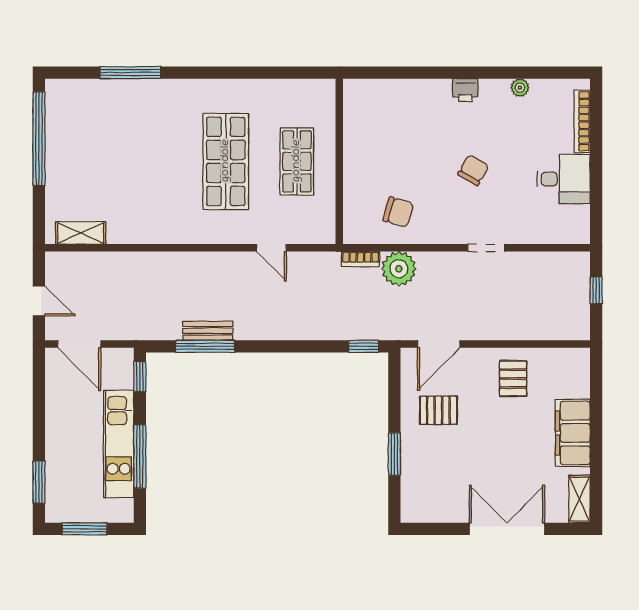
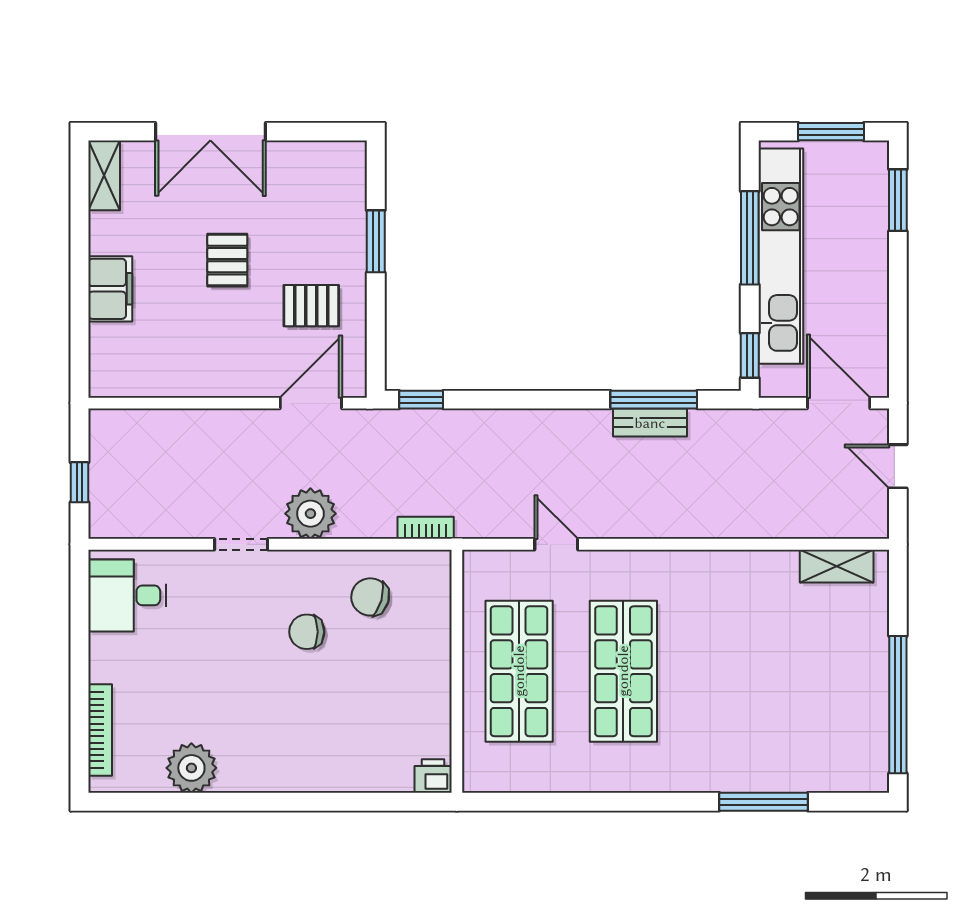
plant: (520, 88) -> (191, 768), width x1.88, depth x1.88
printer: (465, 90) -> (433, 776), moved
shop shelf: (297, 161) -> (519, 671), width x1.43, depth x1.36
chair: (473, 170) -> (307, 632), moved, turned 60
desk: (564, 179) -> (127, 595), moved
plant: (399, 269) -> (310, 514), moved
pallet: (513, 379) -> (227, 260), moved
filing cabinet: (573, 433) -> (110, 289), width x0.67, depth x0.86
kitchen unit: (119, 444) -> (781, 256), width x1.36

